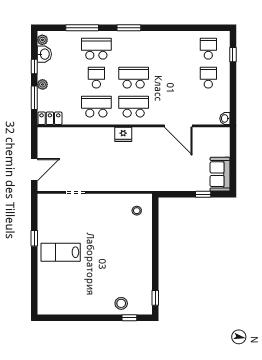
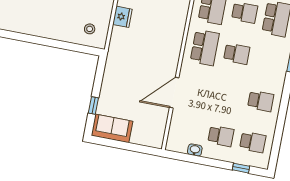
school desk: (171, 49) -> (261, 101), added
school desk: (134, 78) -> (237, 54), width x0.54
washbasin: (225, 118) -> (195, 150), moved
fridge: (123, 134) -> (122, 17), moved, turned 180

